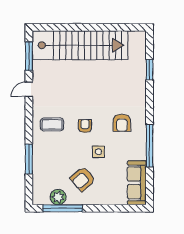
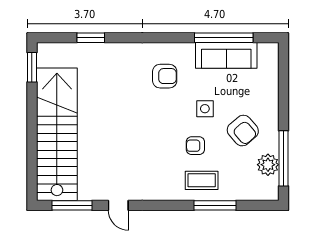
window: (128, 27) -> (32, 67), added
coffee table: (52, 124) -> (202, 180), moved, turned 90
armchair: (85, 126) -> (195, 146), moved
window: (150, 146) -> (224, 38), moved
sofa: (137, 183) -> (226, 55), moved

